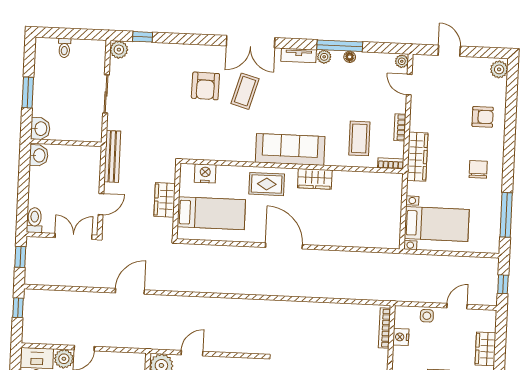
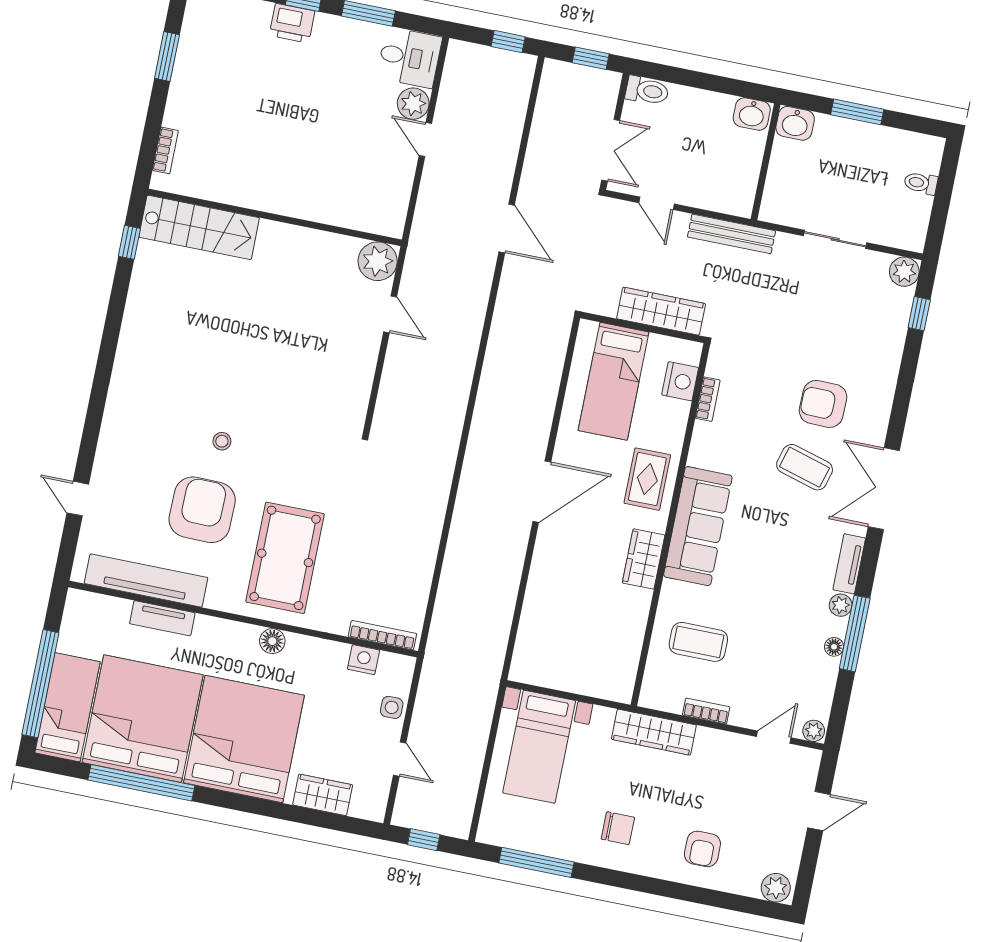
bookcase: (391, 163) -> (708, 399), moved
wardrobe: (165, 200) -> (661, 311), width x1.50

